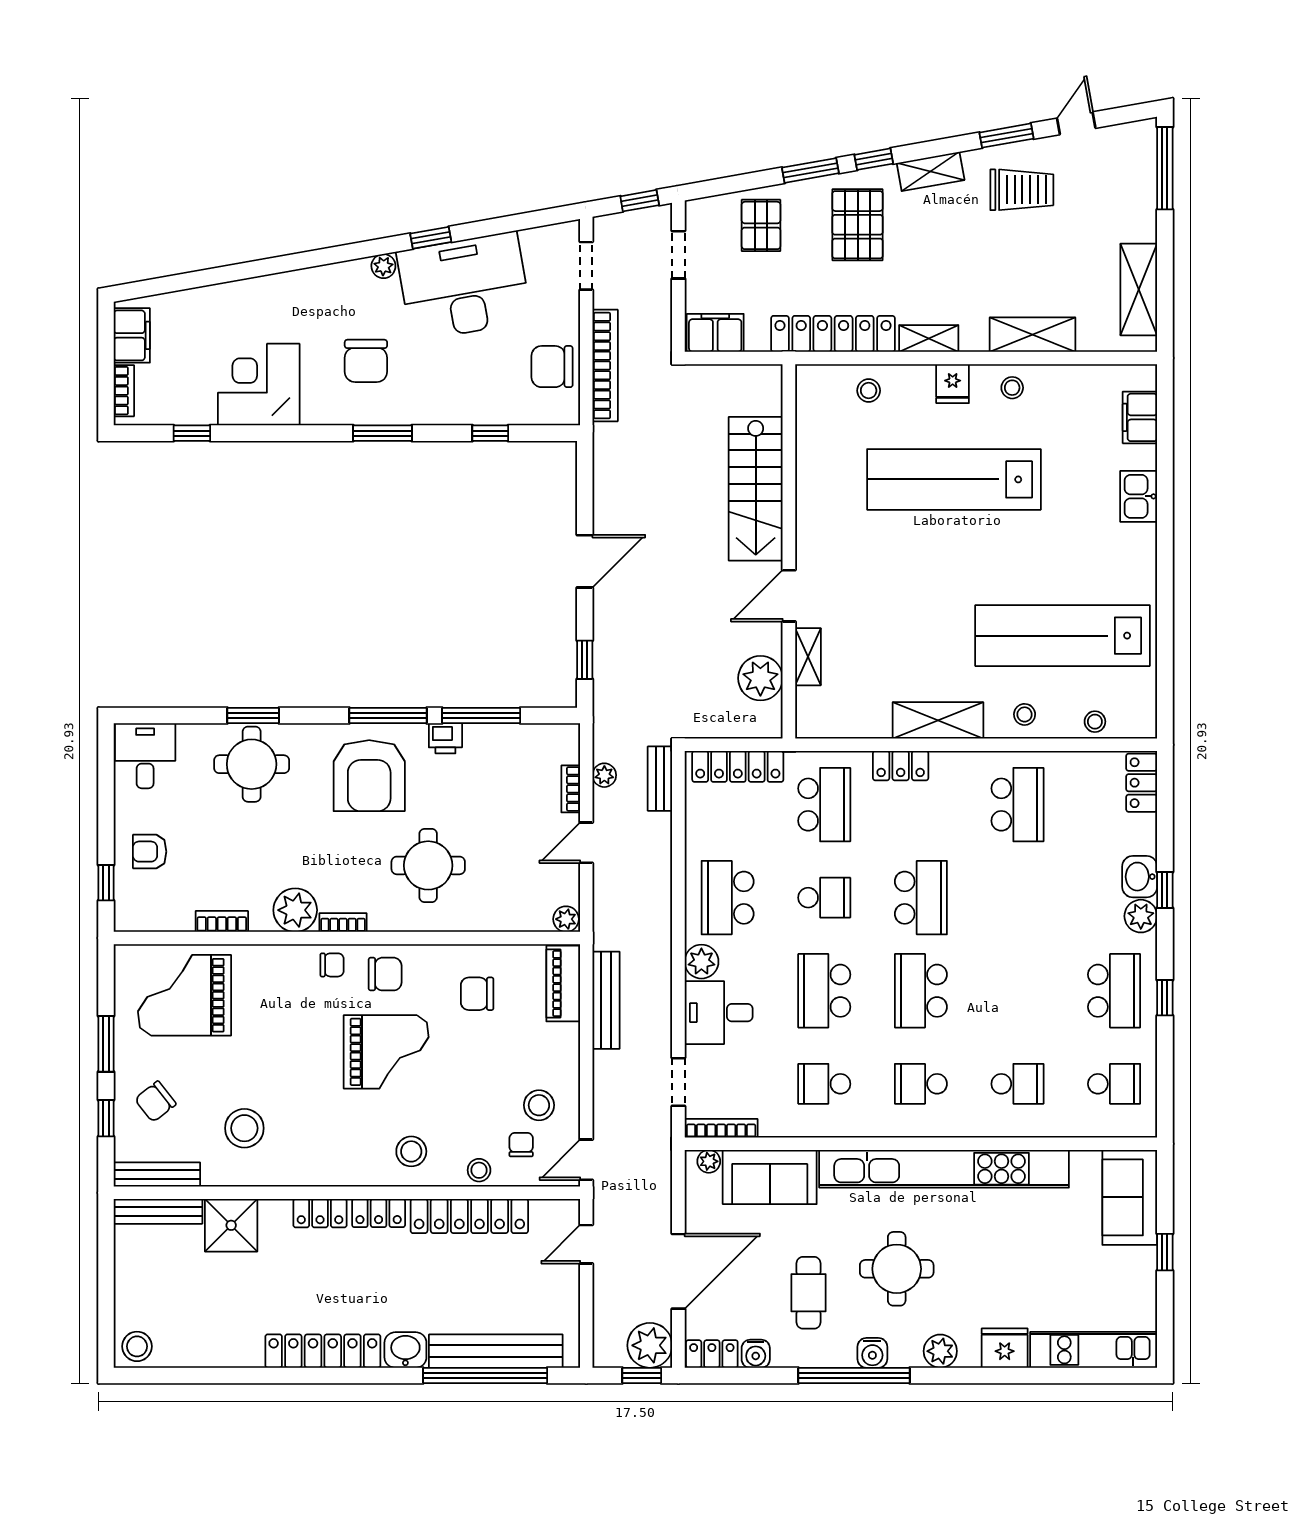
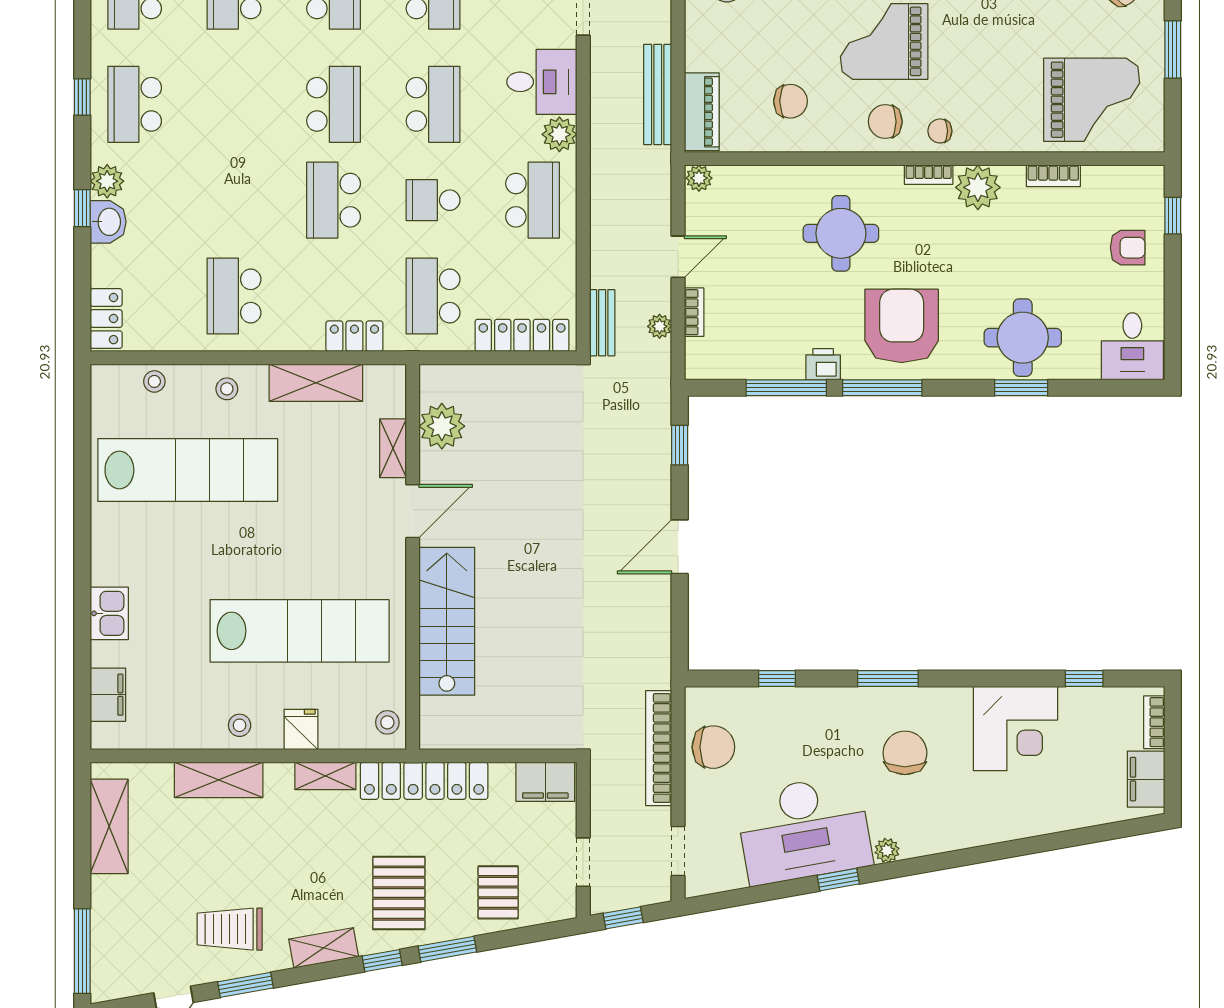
stairs: (756, 489) -> (447, 621), moved
wall: (789, 551) -> (413, 557), moved
door: (789, 596) -> (413, 511), moved
shelving: (808, 657) -> (393, 448), moved
plant: (760, 678) -> (442, 426), moved

